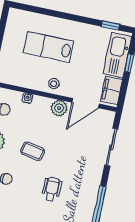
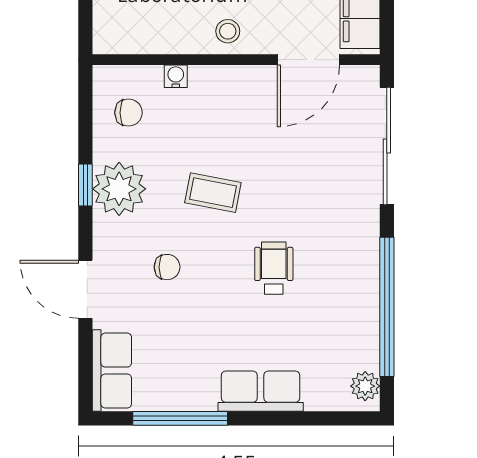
plant: (59, 108) -> (251, 84), removed
sliding door: (111, 147) -> (387, 146), width x1.37

